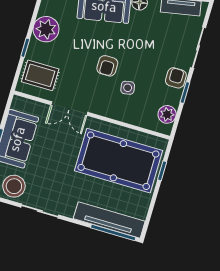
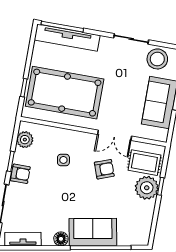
plant: (46, 29) -> (147, 188), moved
armchair: (107, 66) -> (104, 169), moved, turned 70
armchair: (176, 78) -> (20, 174), turned -90
double door: (69, 109) -> (115, 135), swing flipped

